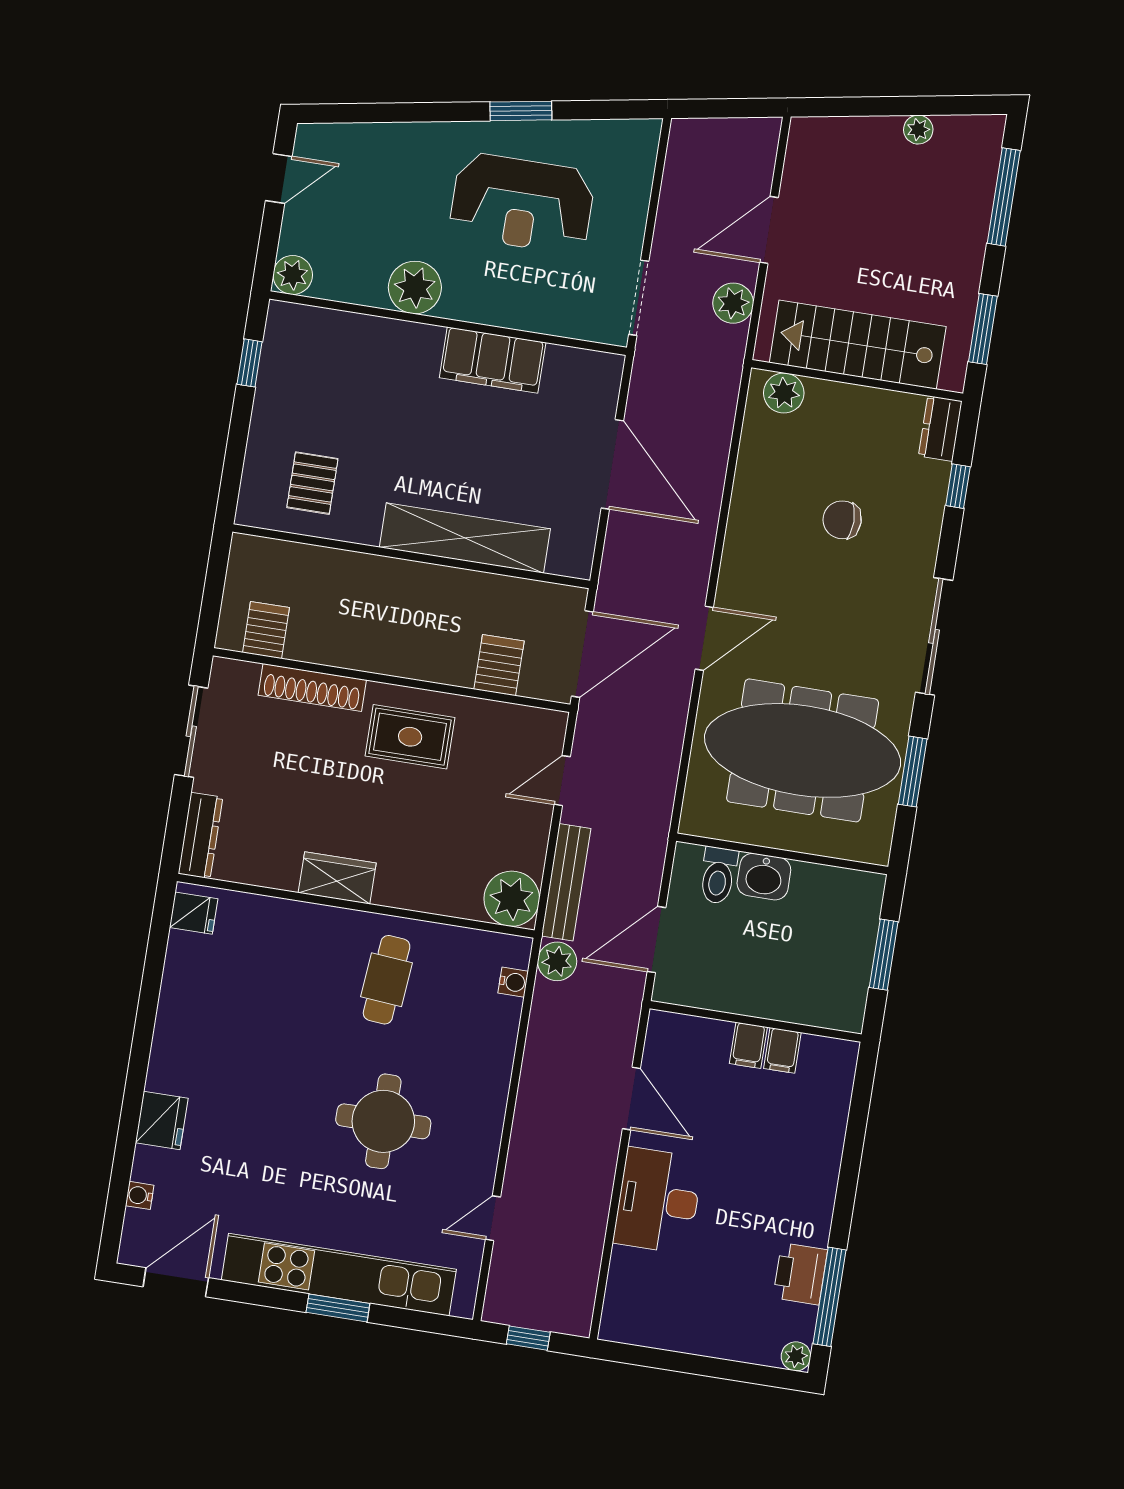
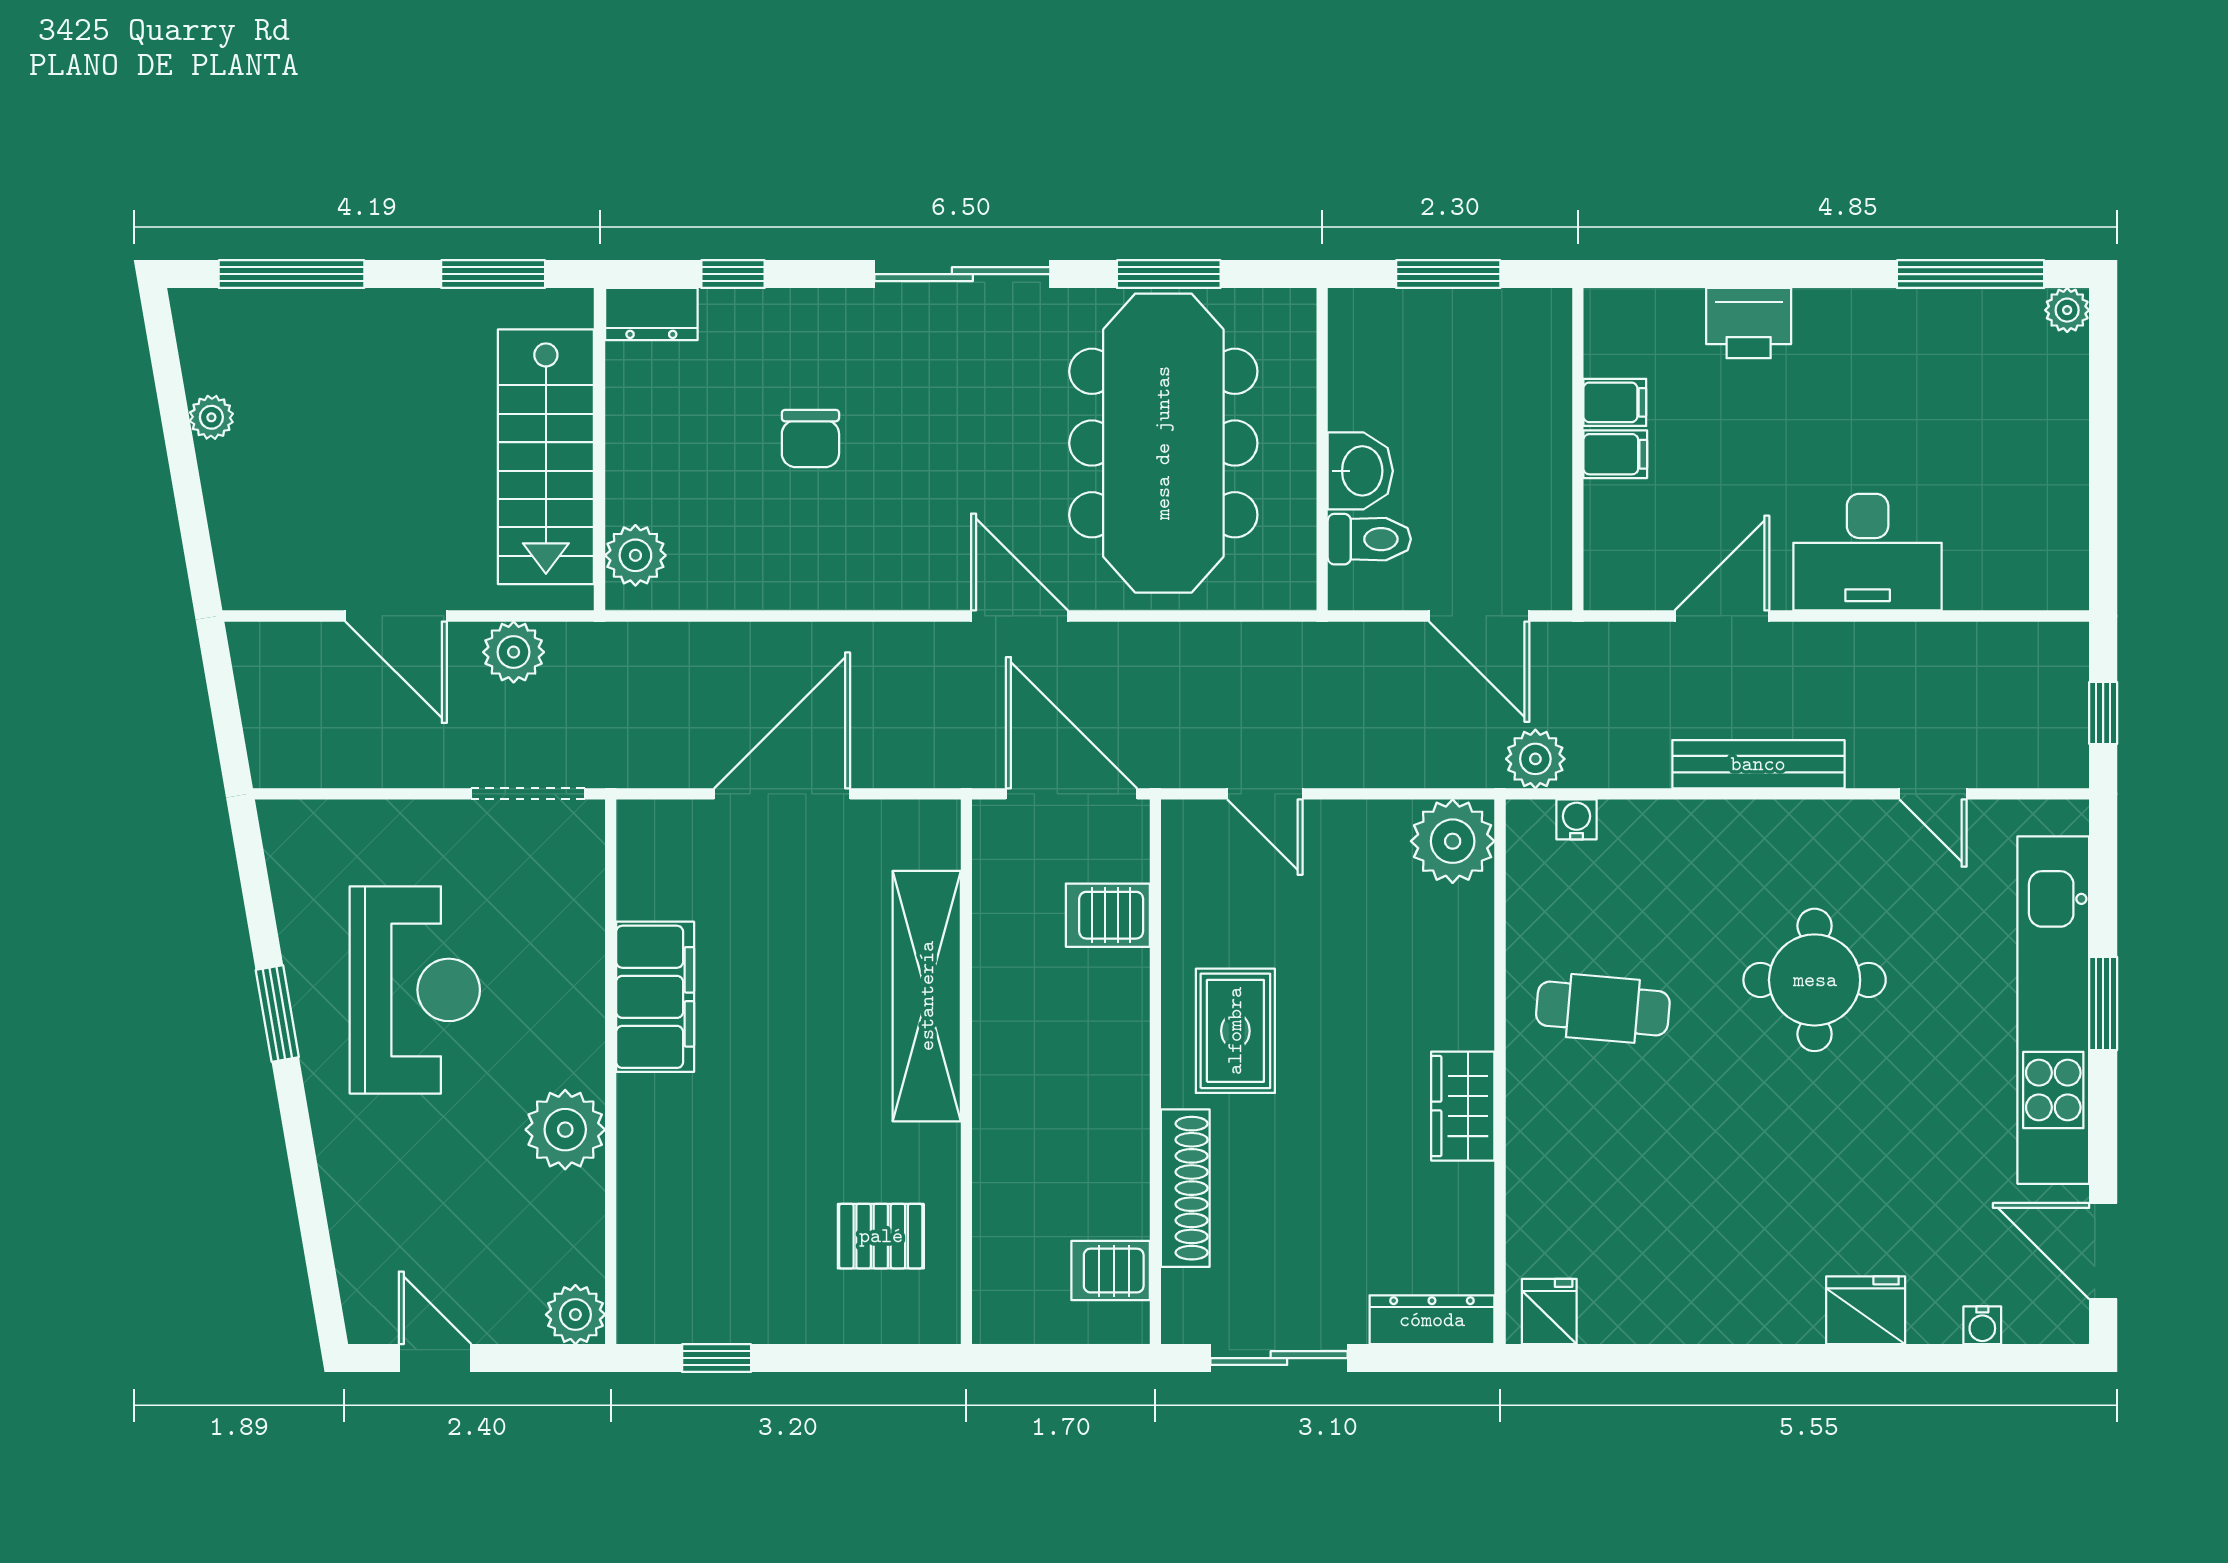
bench: (566, 882) -> (1758, 764), moved
printer: (800, 1274) -> (1749, 323), moved

